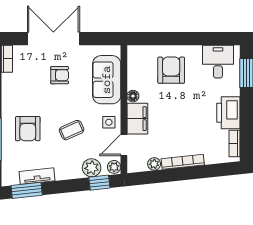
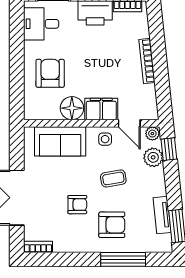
armchair: (171, 70) -> (50, 73), turned 90
armchair: (60, 75) -> (77, 205), moved, turned 90
floor lamp: (133, 96) -> (72, 108), width x1.89, depth x1.89
coffee table: (72, 130) -> (113, 178), turned -76
plant: (154, 164) -> (149, 91), removed

